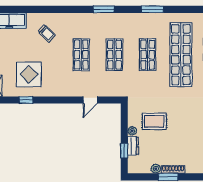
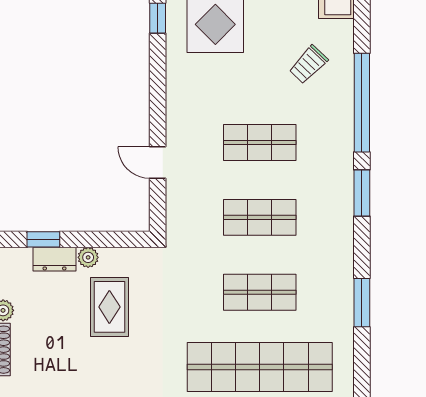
window: (63, 9) -> (362, 103), added

